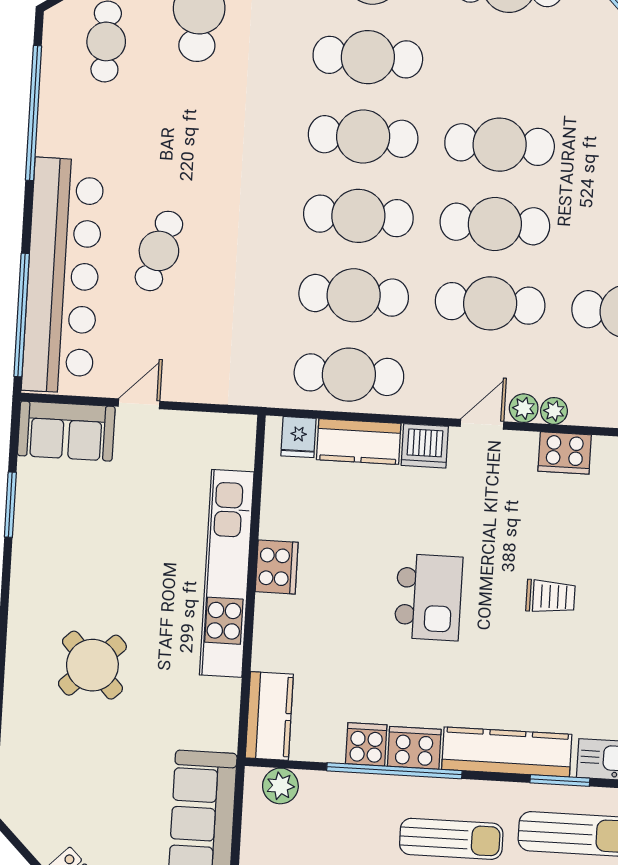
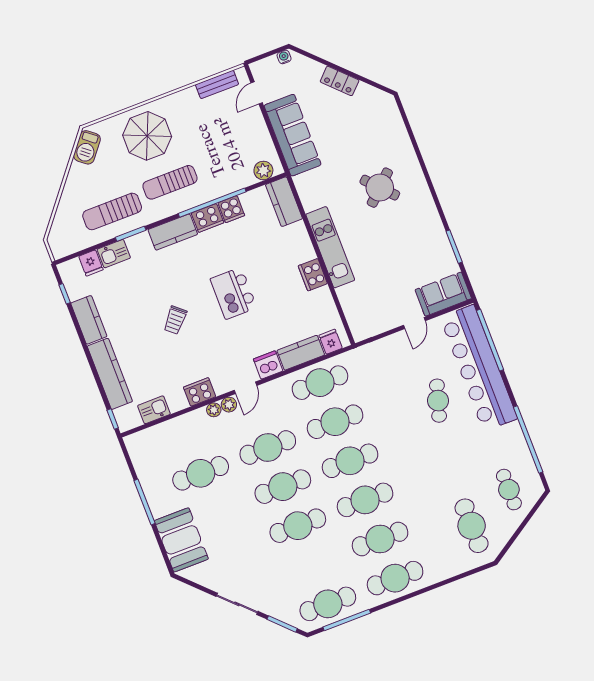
kitchen unit: (227, 573) -> (330, 247), width x0.73
trolley: (550, 596) -> (175, 320), turned -49
kitchen counter: (507, 752) -> (173, 232), width x0.67

